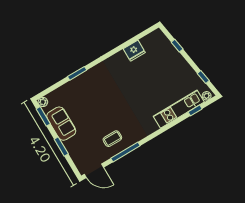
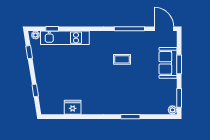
sofa: (61, 124) -> (168, 63), moved
coffee table: (112, 139) -> (122, 59), moved

